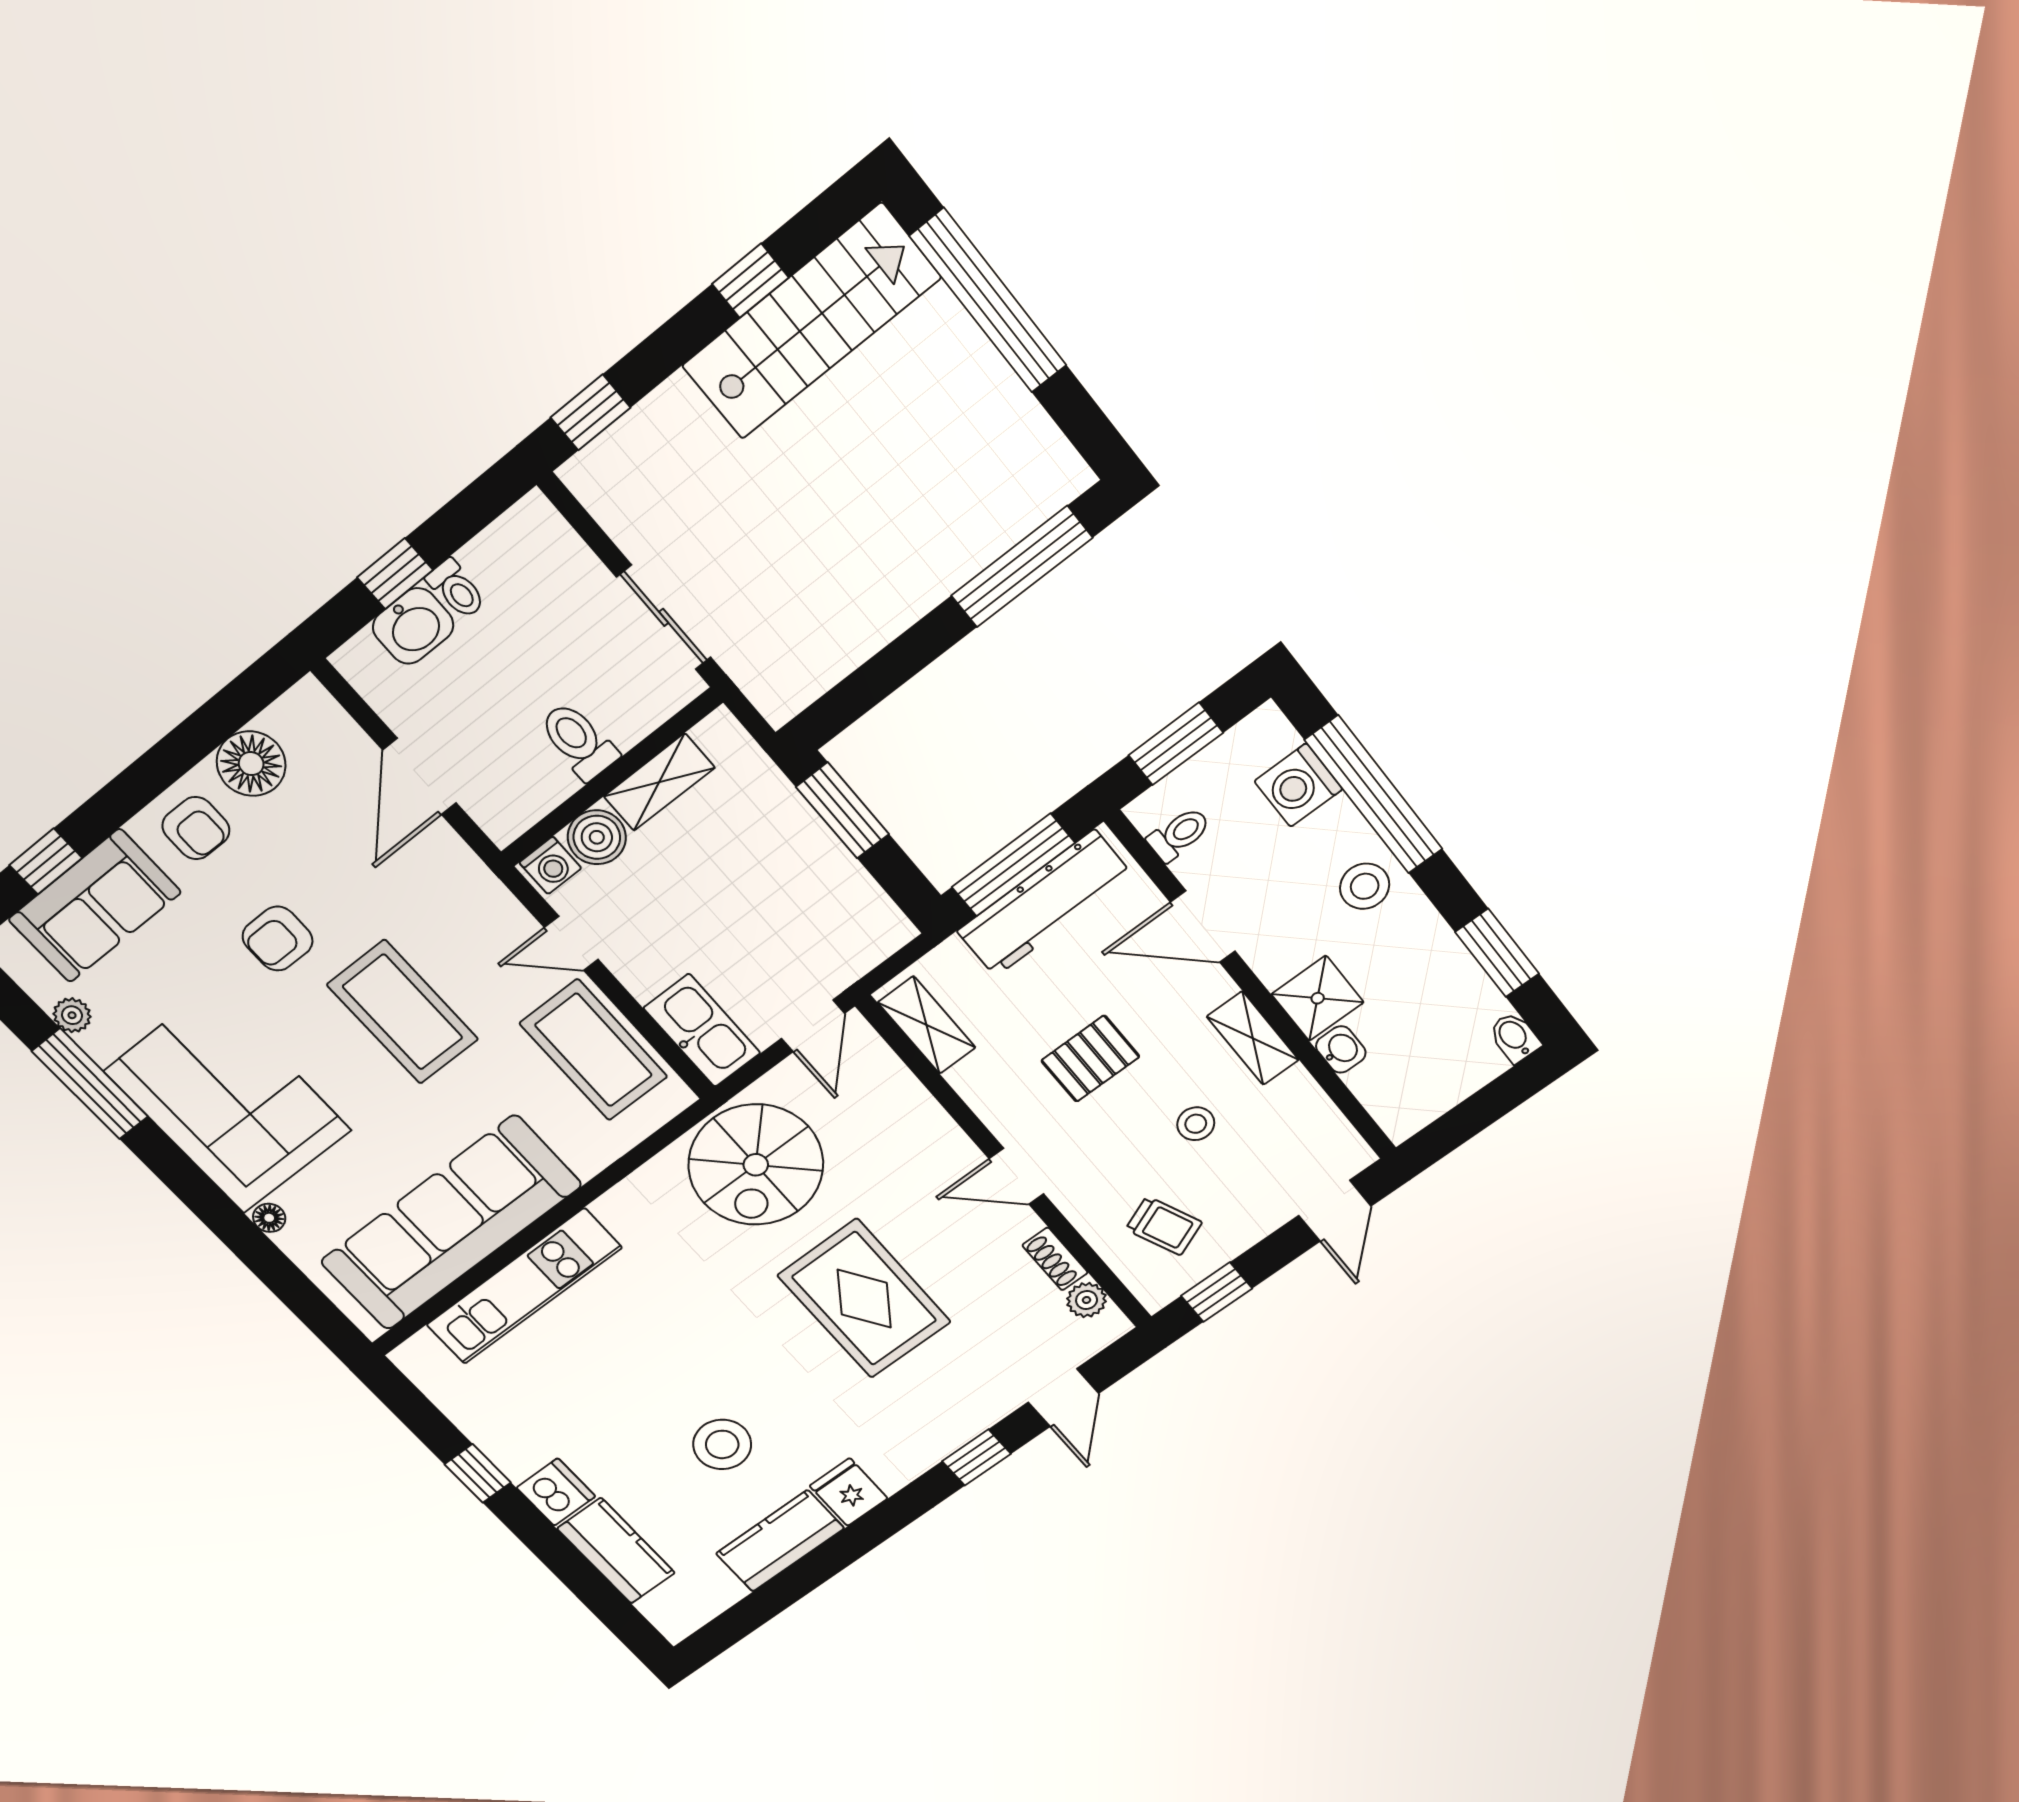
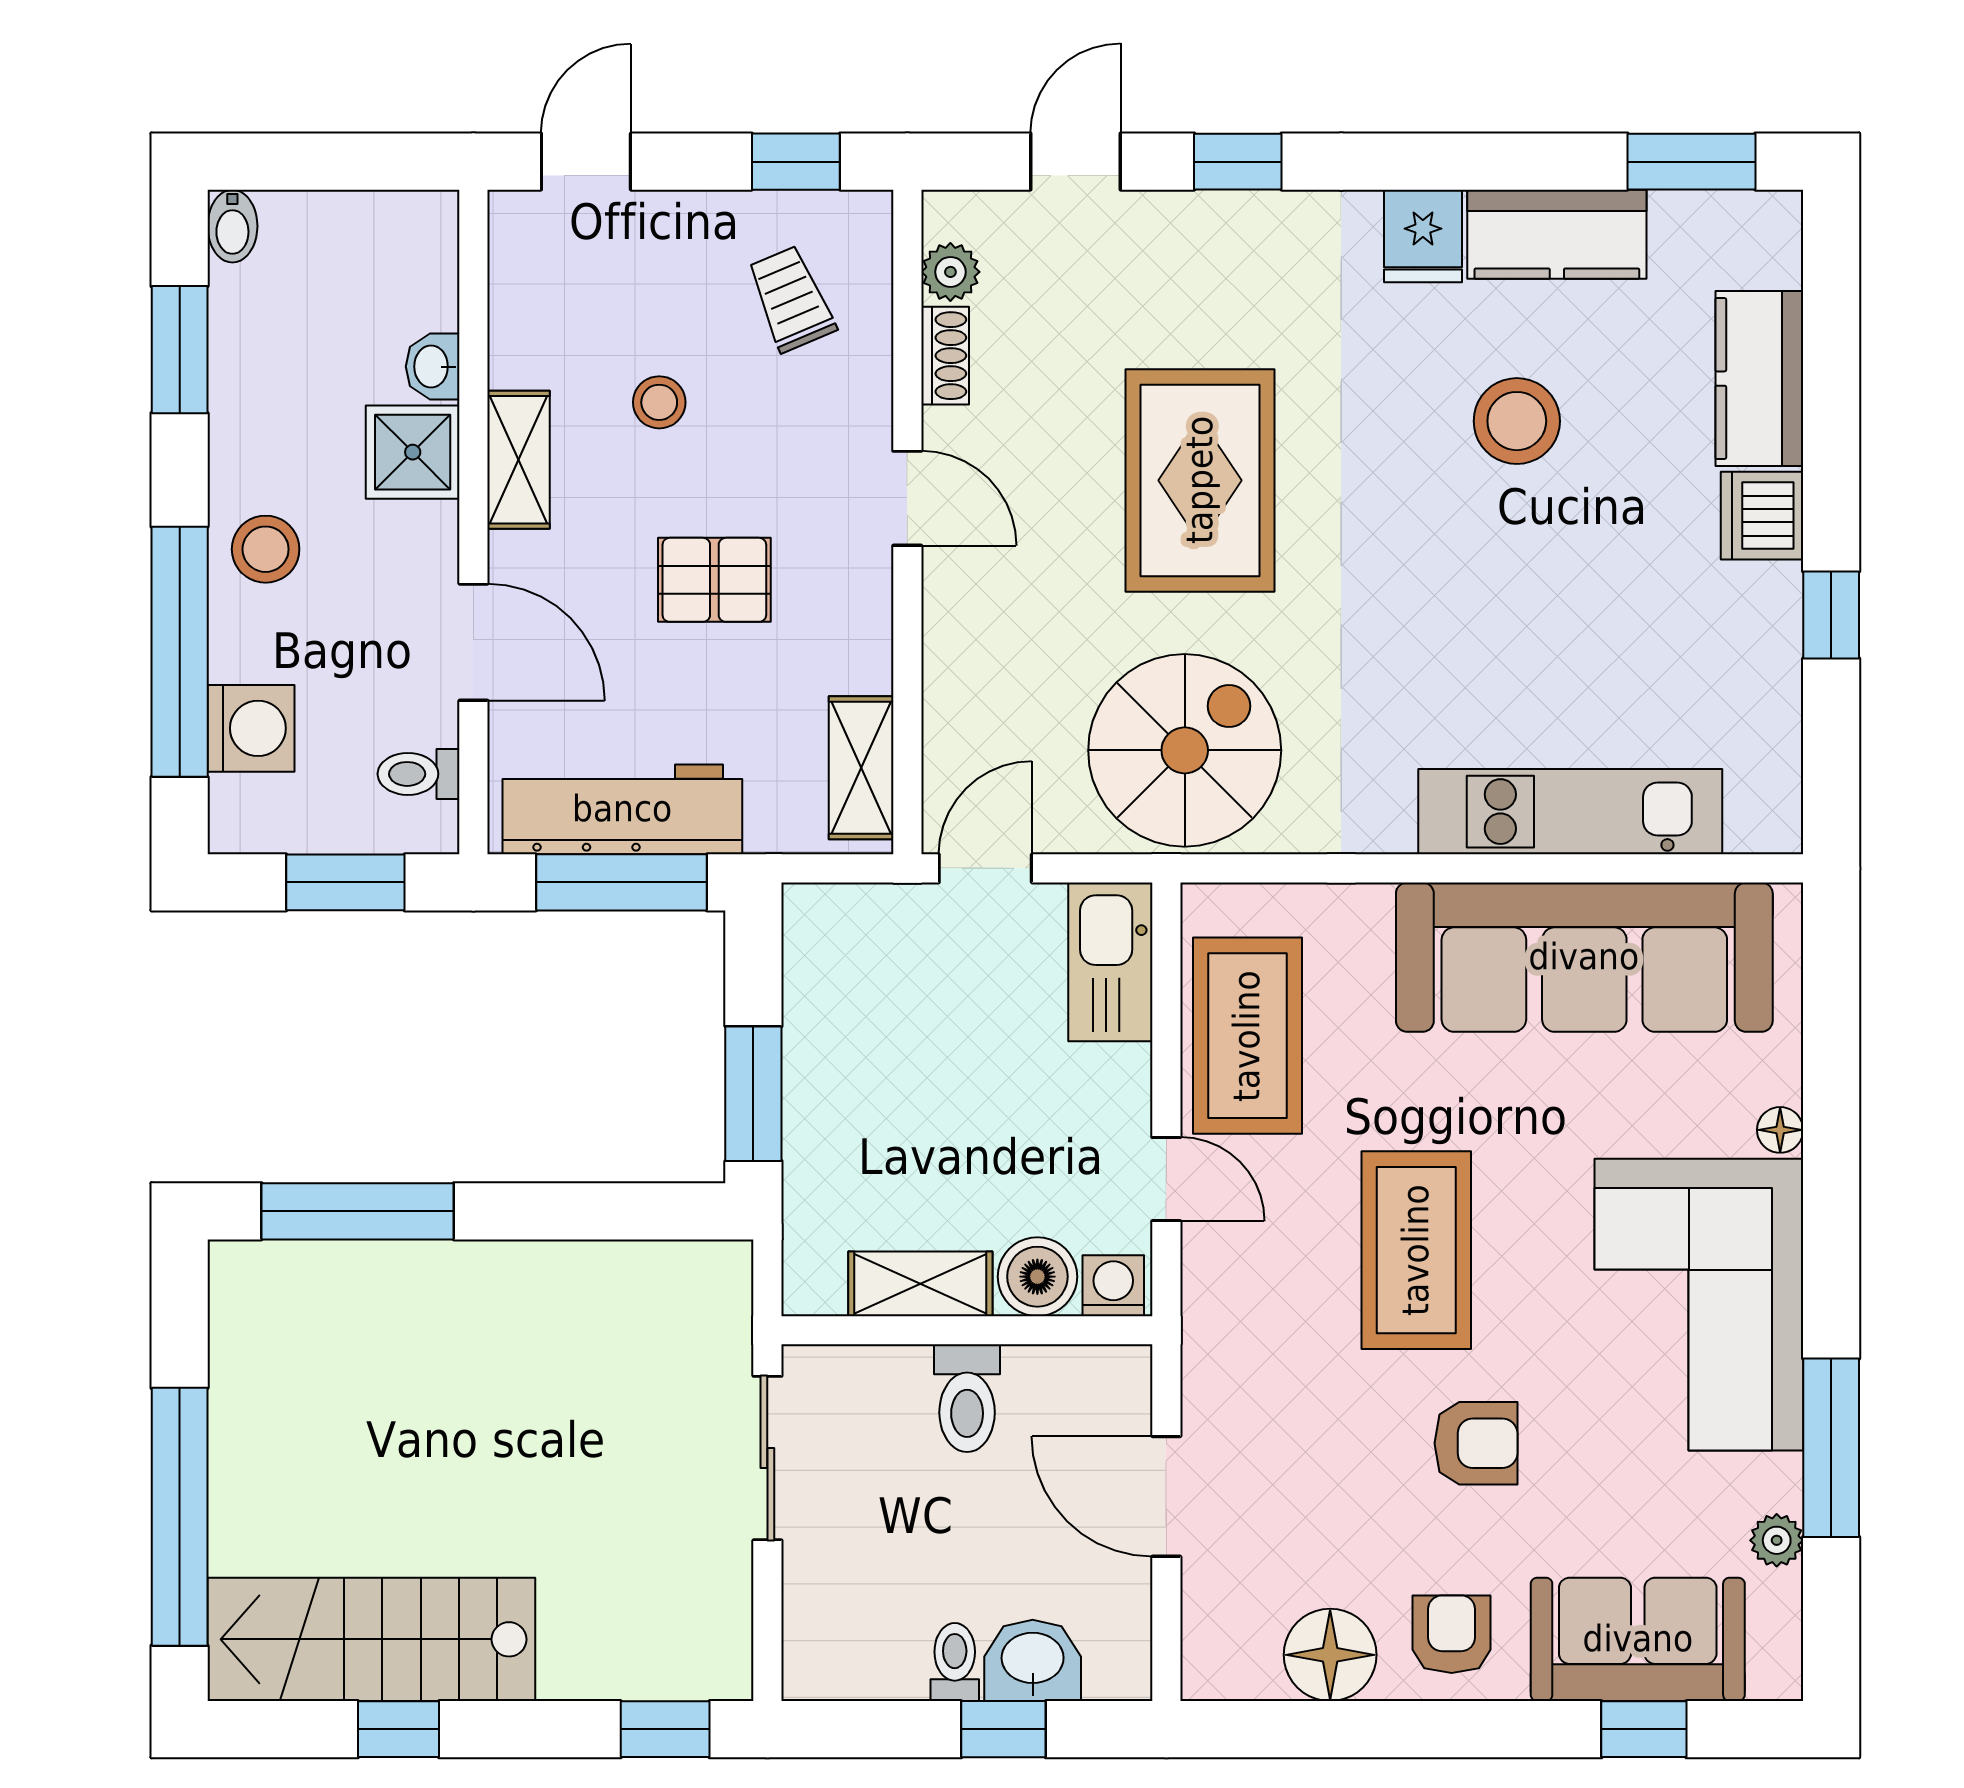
door: (420, 776) -> (1166, 1496), swing flipped
window: (741, 1619) -> (1691, 162), added

